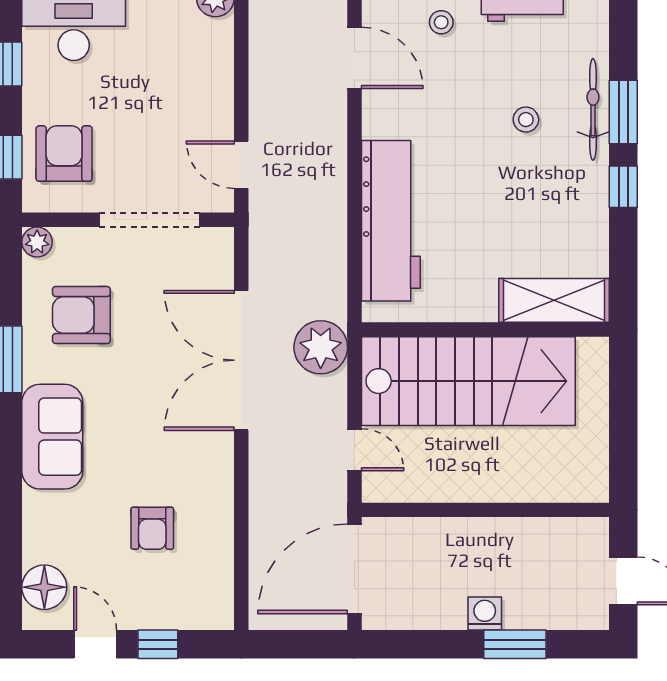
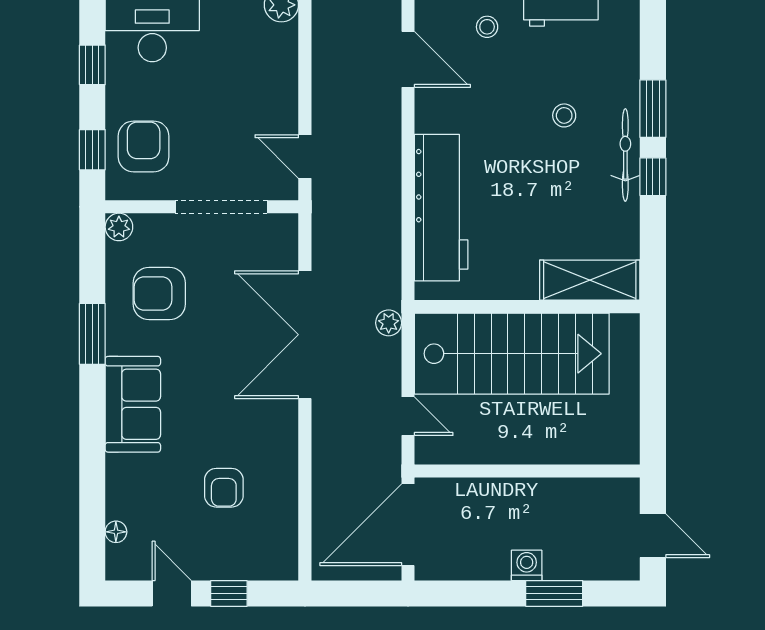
bicycle: (593, 109) -> (625, 155), moved
plant: (321, 347) -> (389, 323), width x0.53, depth x0.53
floor lamp: (44, 587) -> (116, 532), width x0.53, depth x0.53

